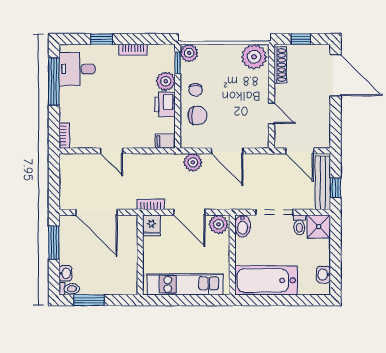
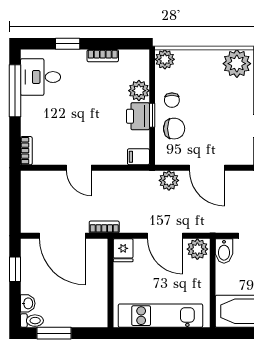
window: (178, 63) -> (152, 115), moved
bookcase: (151, 204) -> (104, 227), moved
window: (54, 243) -> (15, 269), width x0.67

